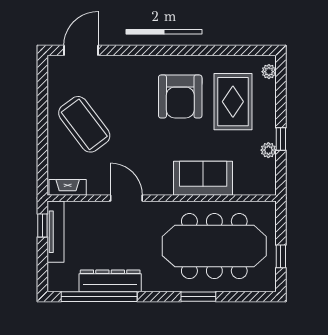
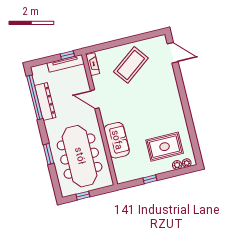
armchair: (180, 96) -> (160, 116), removed
plant: (268, 150) -> (177, 165), moved
door: (126, 198) -> (95, 99), swing flipped

